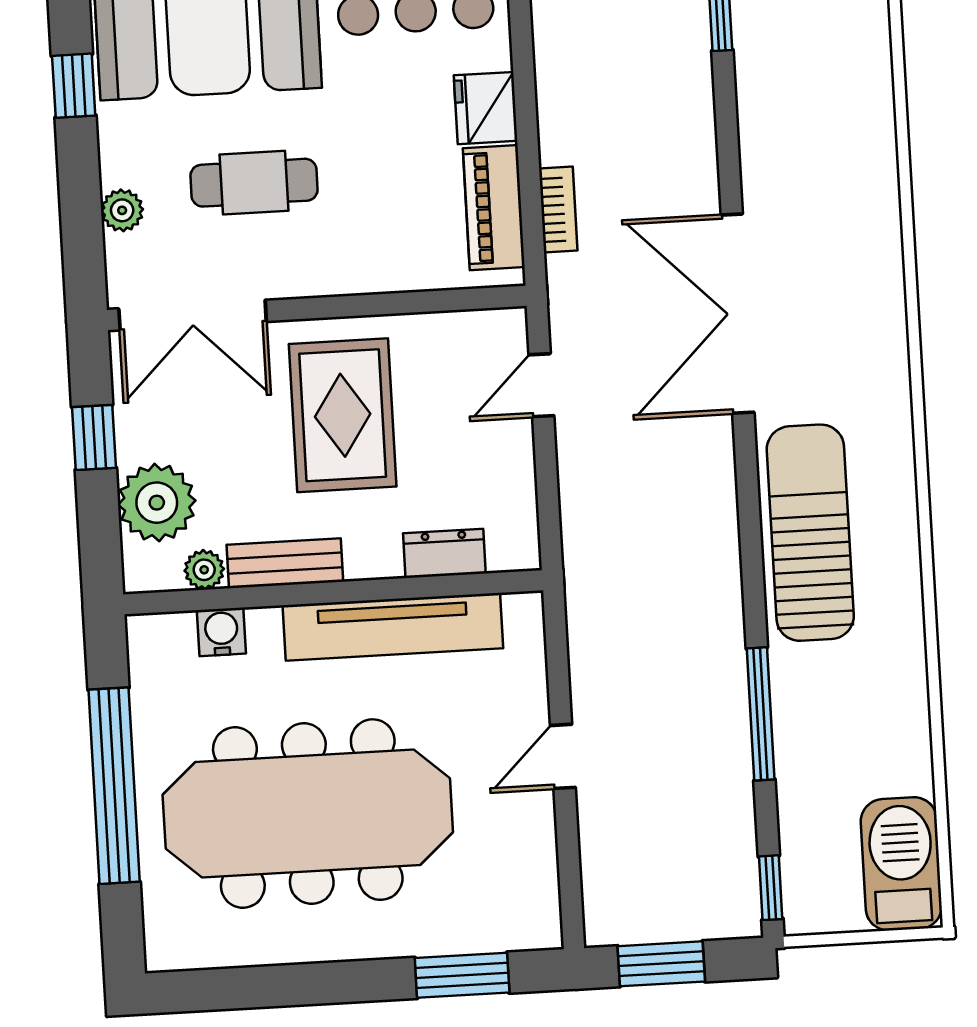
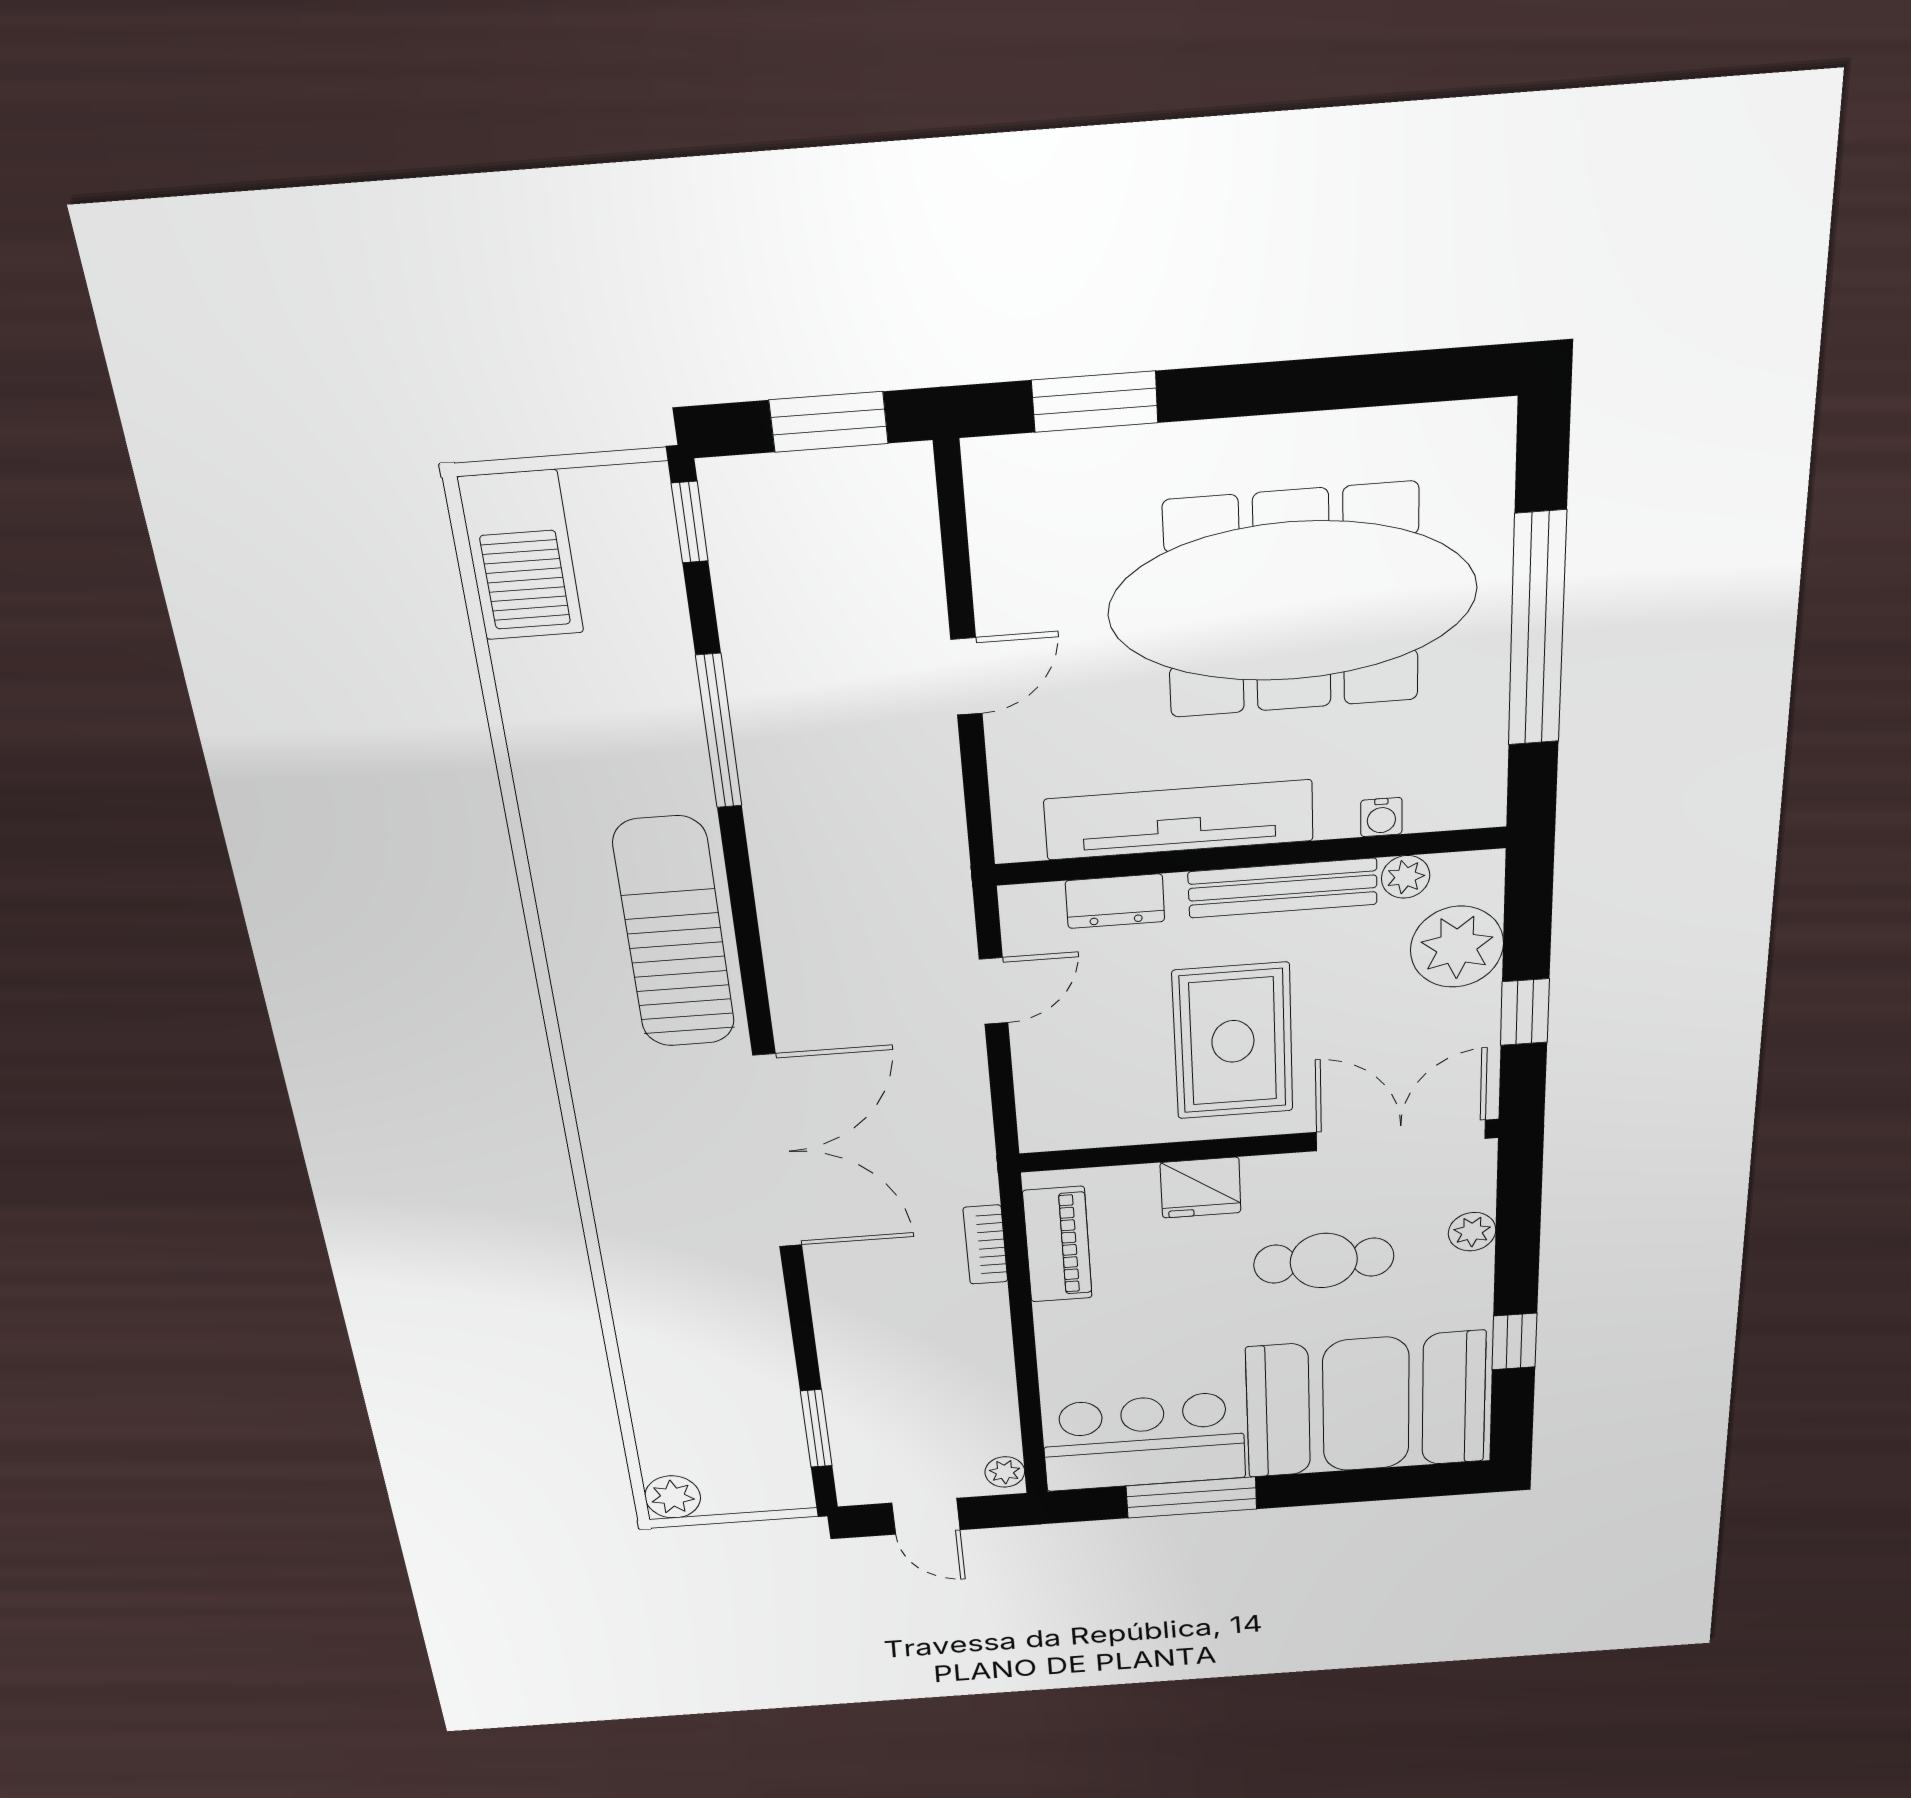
fridge: (486, 108) -> (1201, 1188), moved, turned 90
door: (541, 385) -> (994, 991), moved
sun lounger: (810, 533) -> (674, 933), turned 180
bench: (285, 563) -> (1283, 888), width x1.36
water cooler: (221, 632) -> (1381, 817), width x0.72, depth x0.72

